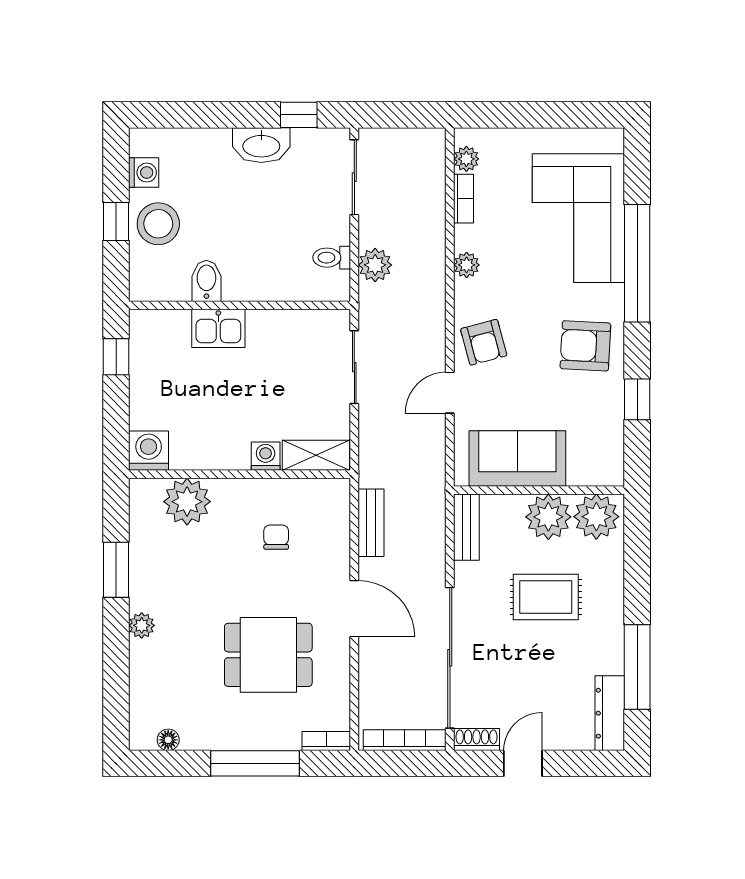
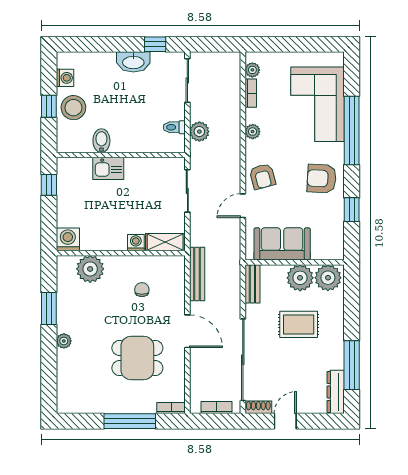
bench: (371, 523) -> (197, 274), width x1.36
floor lamp: (168, 740) -> (79, 407), removed
bookcase: (405, 740) -> (217, 408), width x0.64

